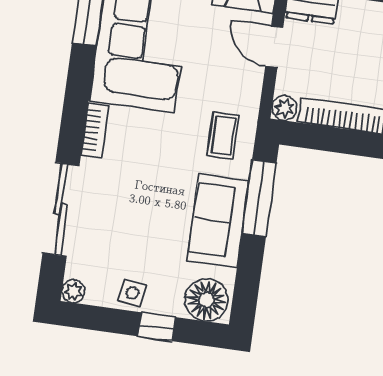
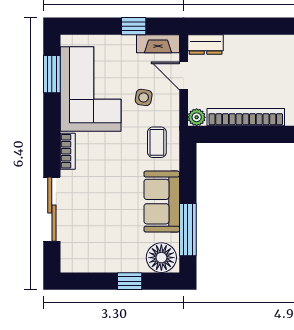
window: (259, 198) -> (188, 230), moved
plant: (73, 291) -> (68, 265), removed
side table: (132, 293) -> (144, 97), moved

